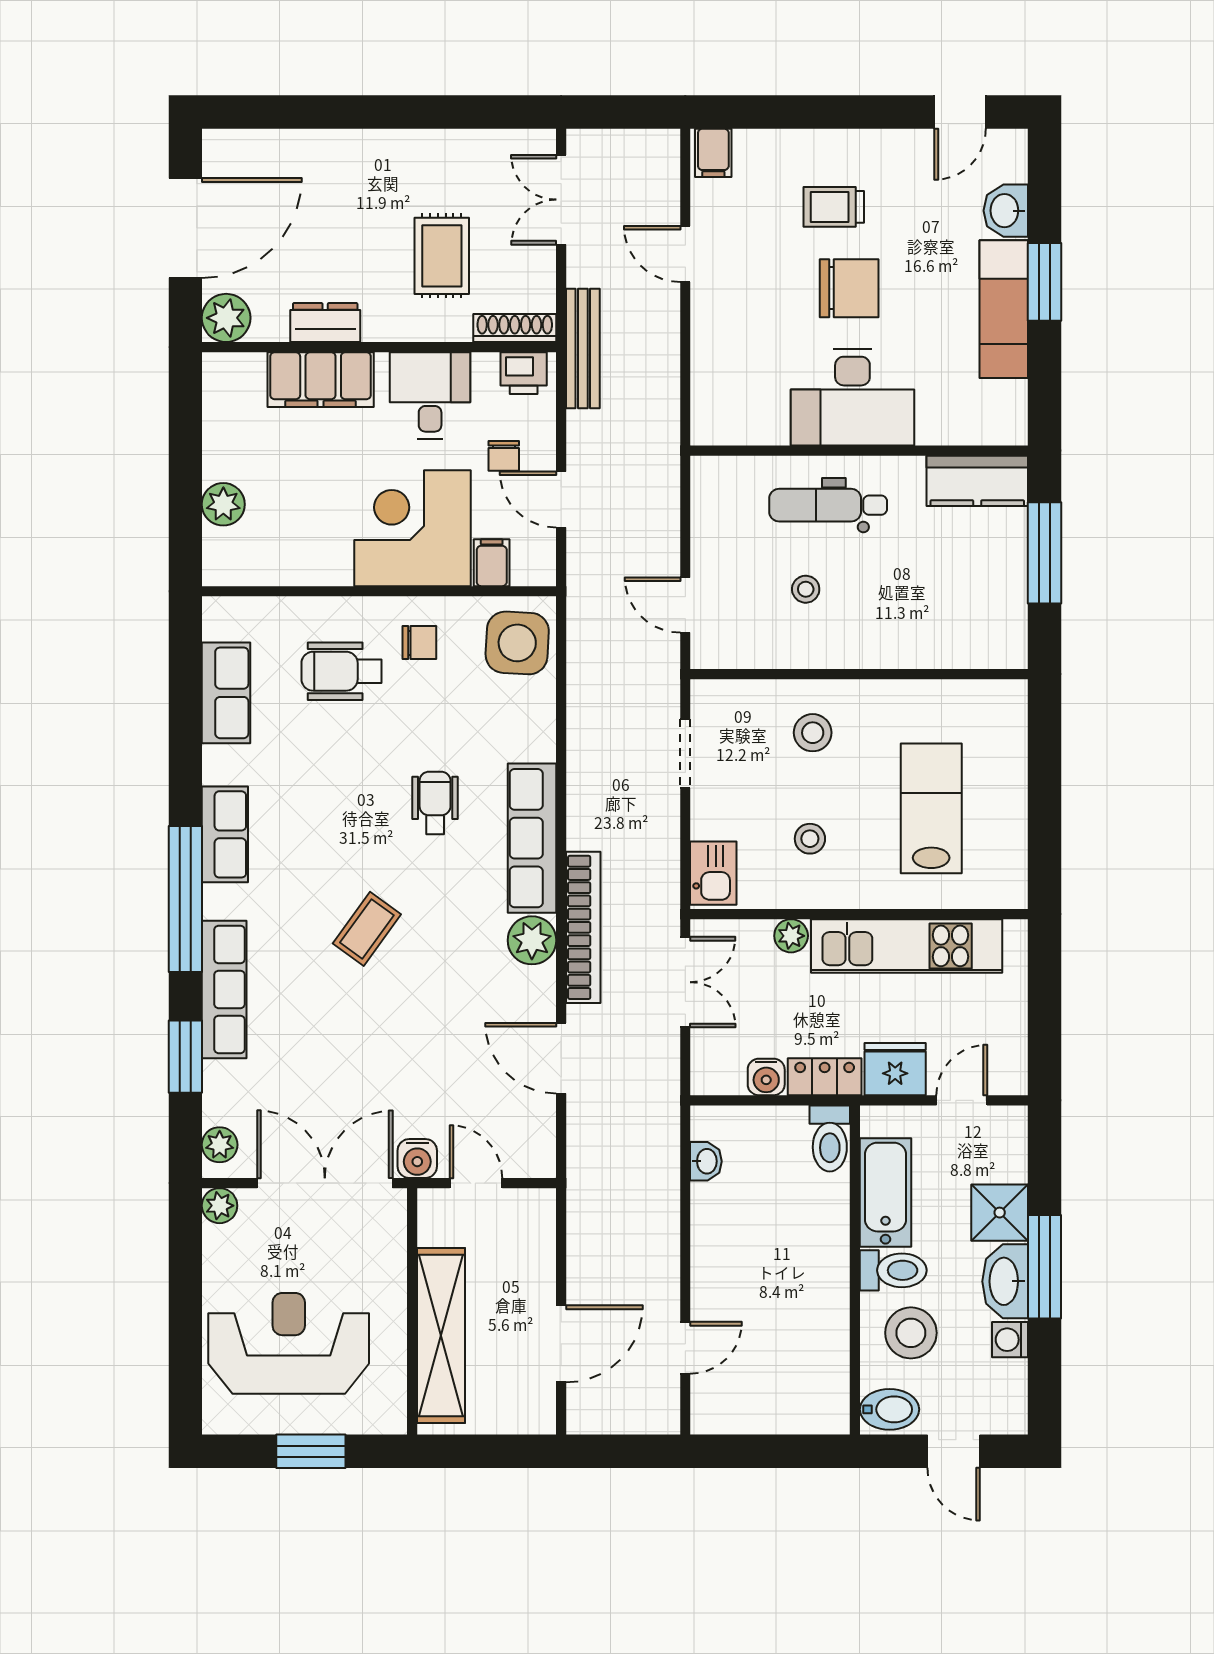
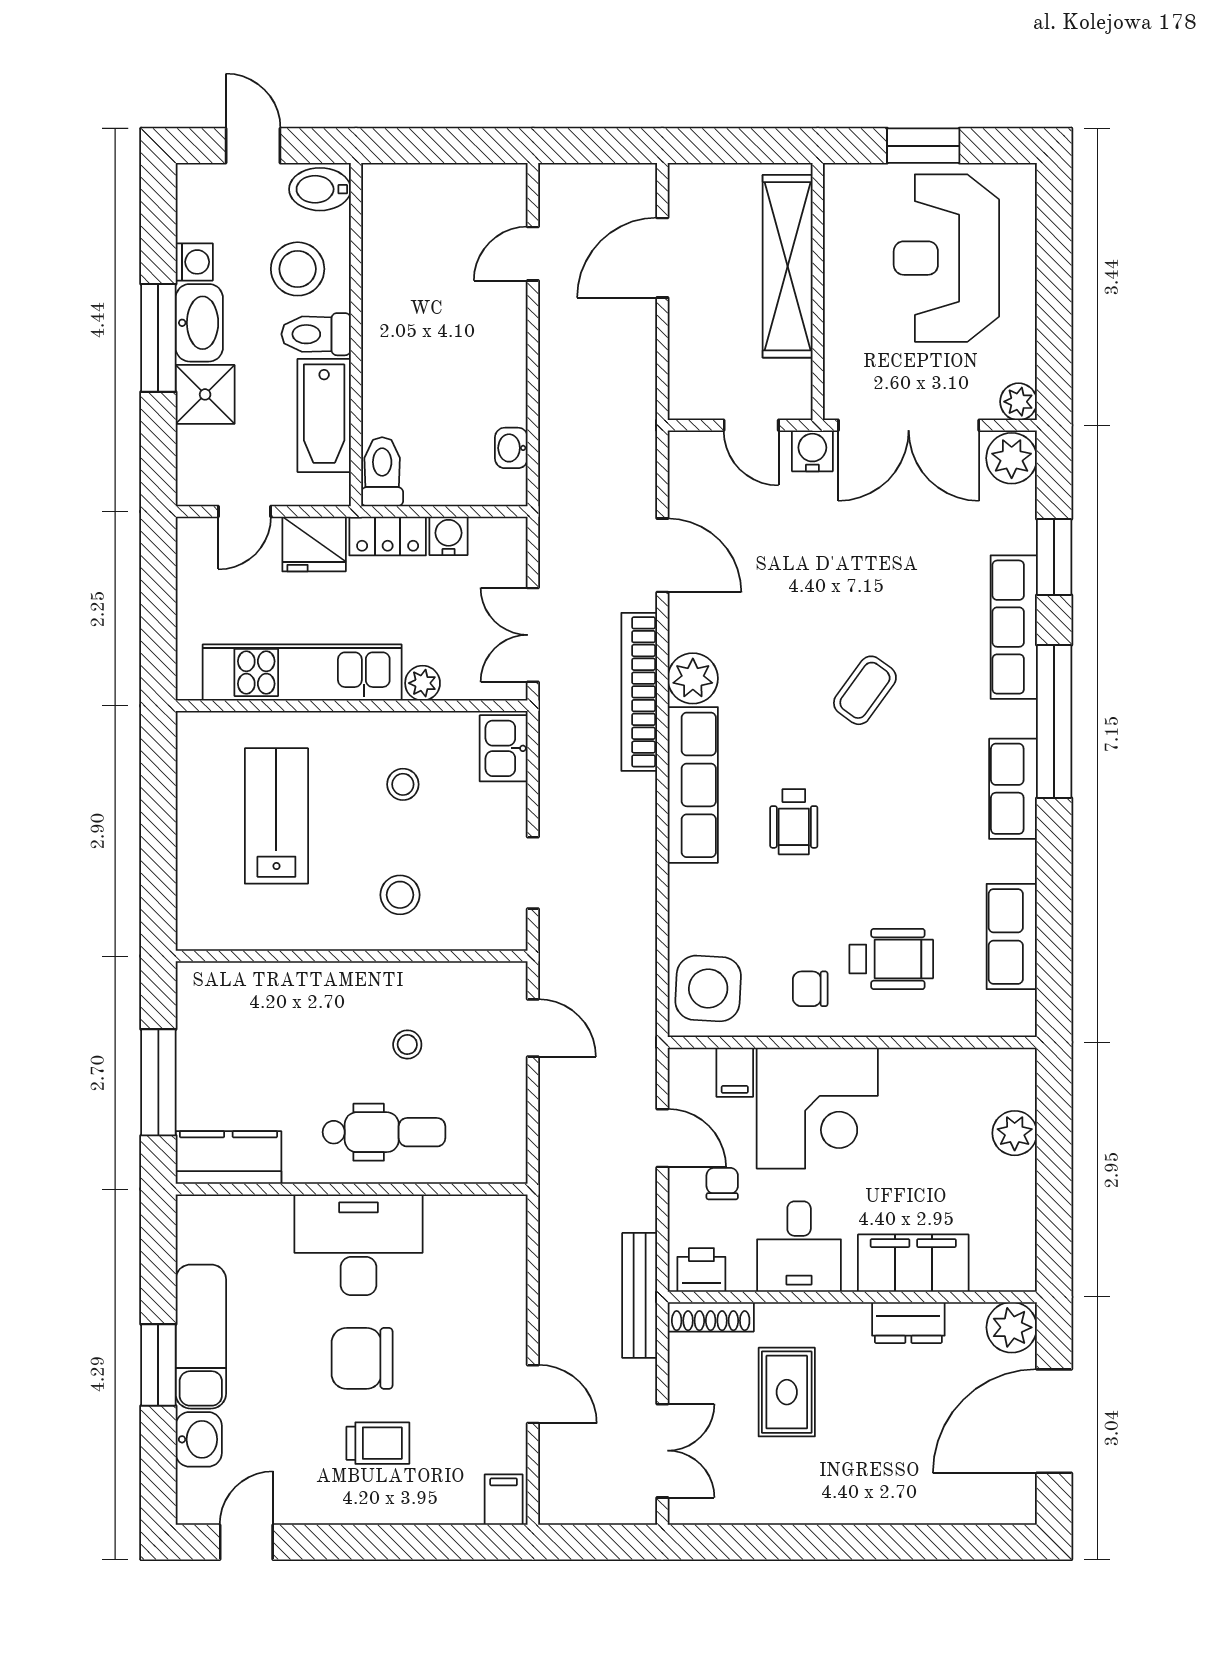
lab bench: (931, 808) -> (276, 816), turned 180
plant: (220, 1145) -> (1012, 458), width x1.38, depth x1.38
reception desk: (289, 1343) -> (946, 258), turned 90

